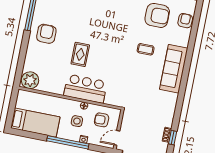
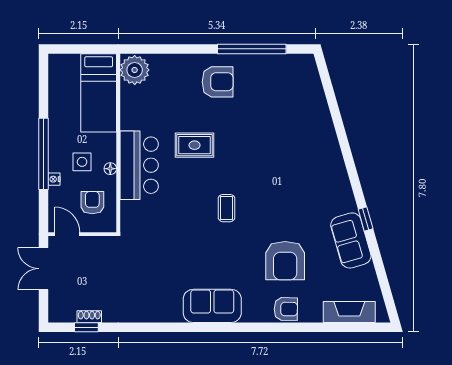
coffee table: (146, 49) -> (226, 208), moved
sofa: (174, 69) -> (212, 306), width x0.73
bed: (35, 122) -> (99, 93), moved

